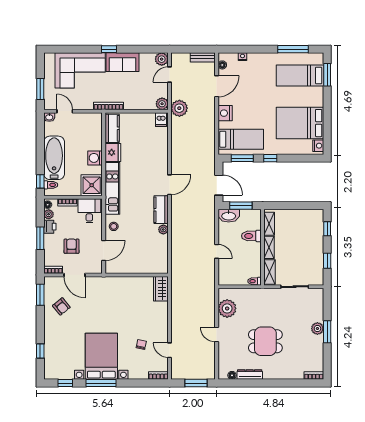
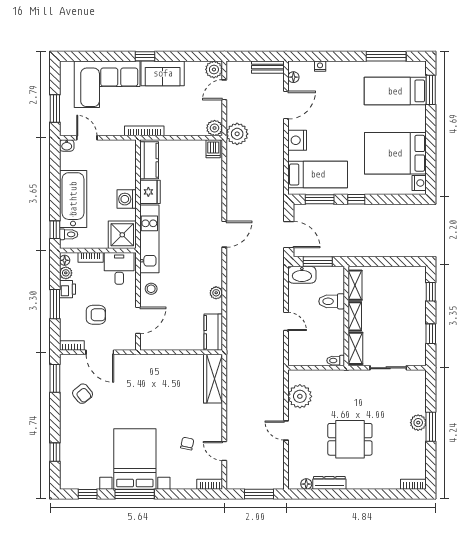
kitchen counter: (161, 210) -> (213, 332), moved
armchair: (72, 246) -> (96, 315), turned 90
wardrobe: (161, 289) -> (213, 379), width x1.50

